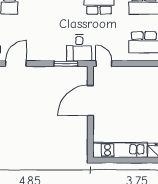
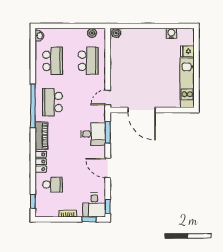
desk: (79, 48) -> (93, 134), moved
door: (16, 64) -> (108, 168), moved

